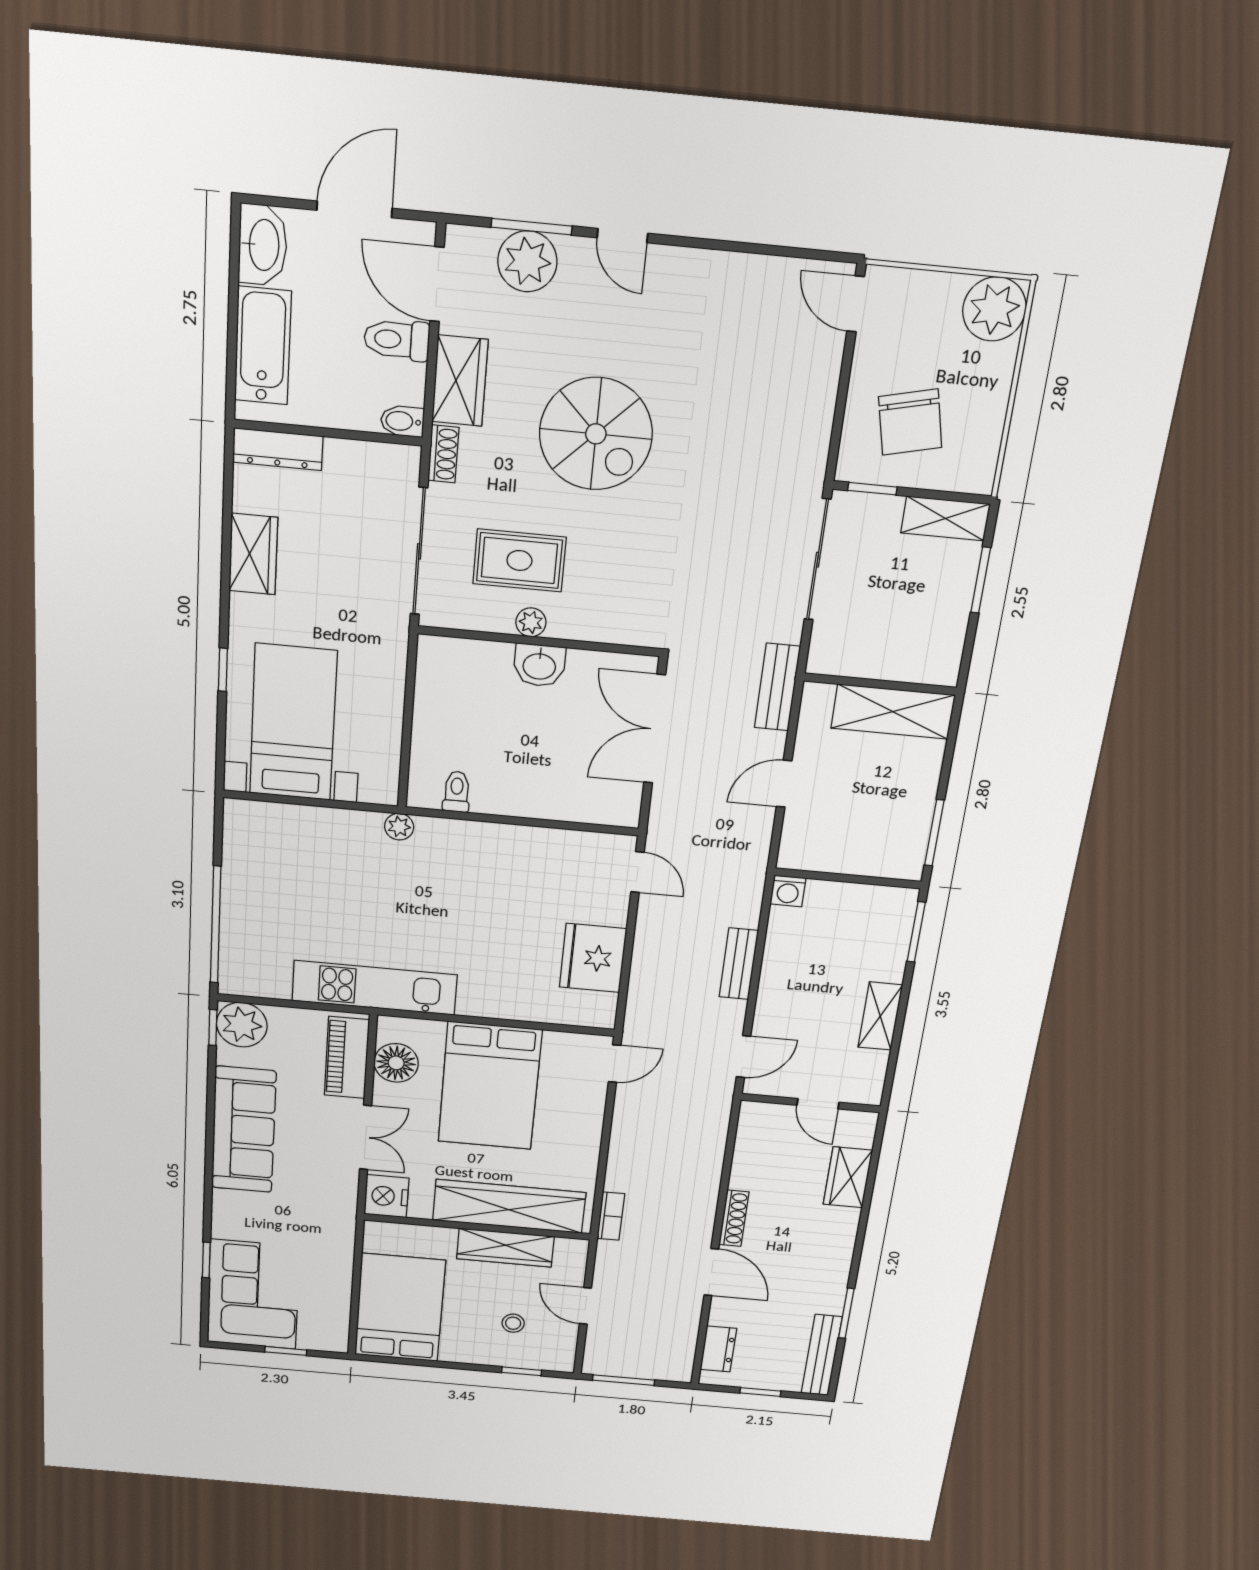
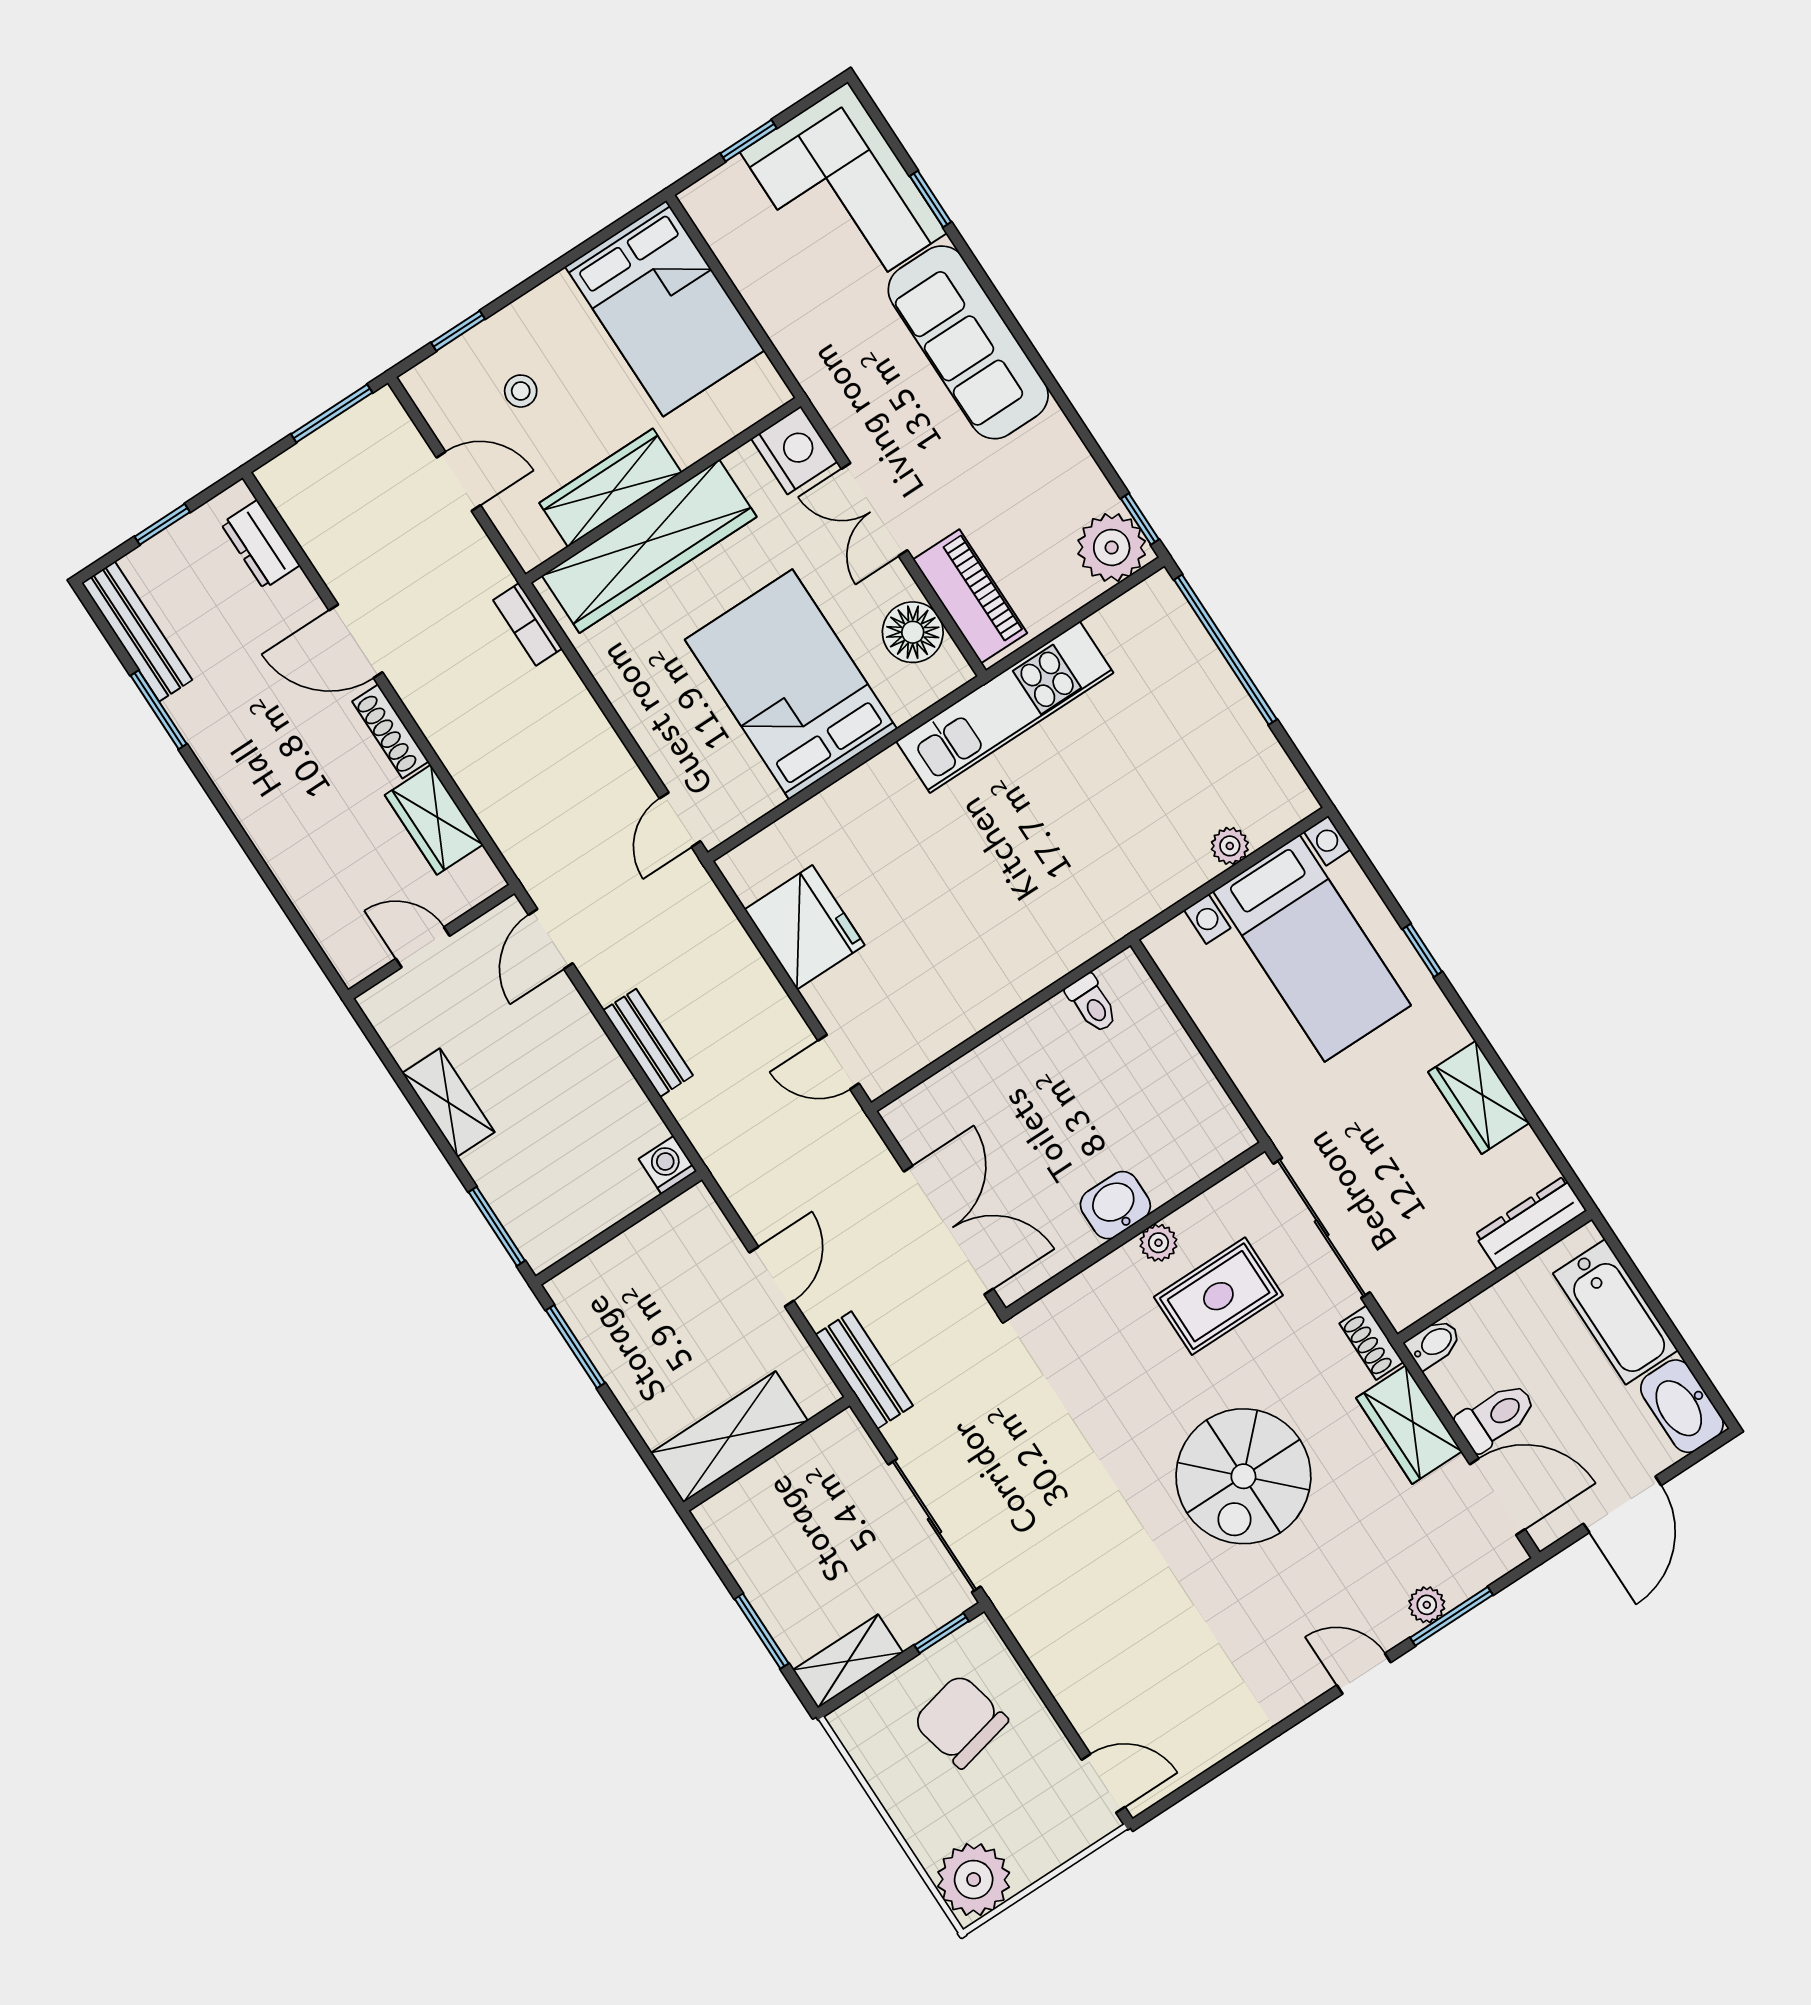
plant: (527, 261) -> (1427, 1605), width x0.53, depth x0.53
spiral stairs: (596, 434) -> (1243, 1476), turned -90
plant: (399, 827) -> (1230, 846), moved
sofa: (244, 1130) -> (968, 342), moved
wardrobe: (848, 1177) -> (434, 820), moved, turned 180

